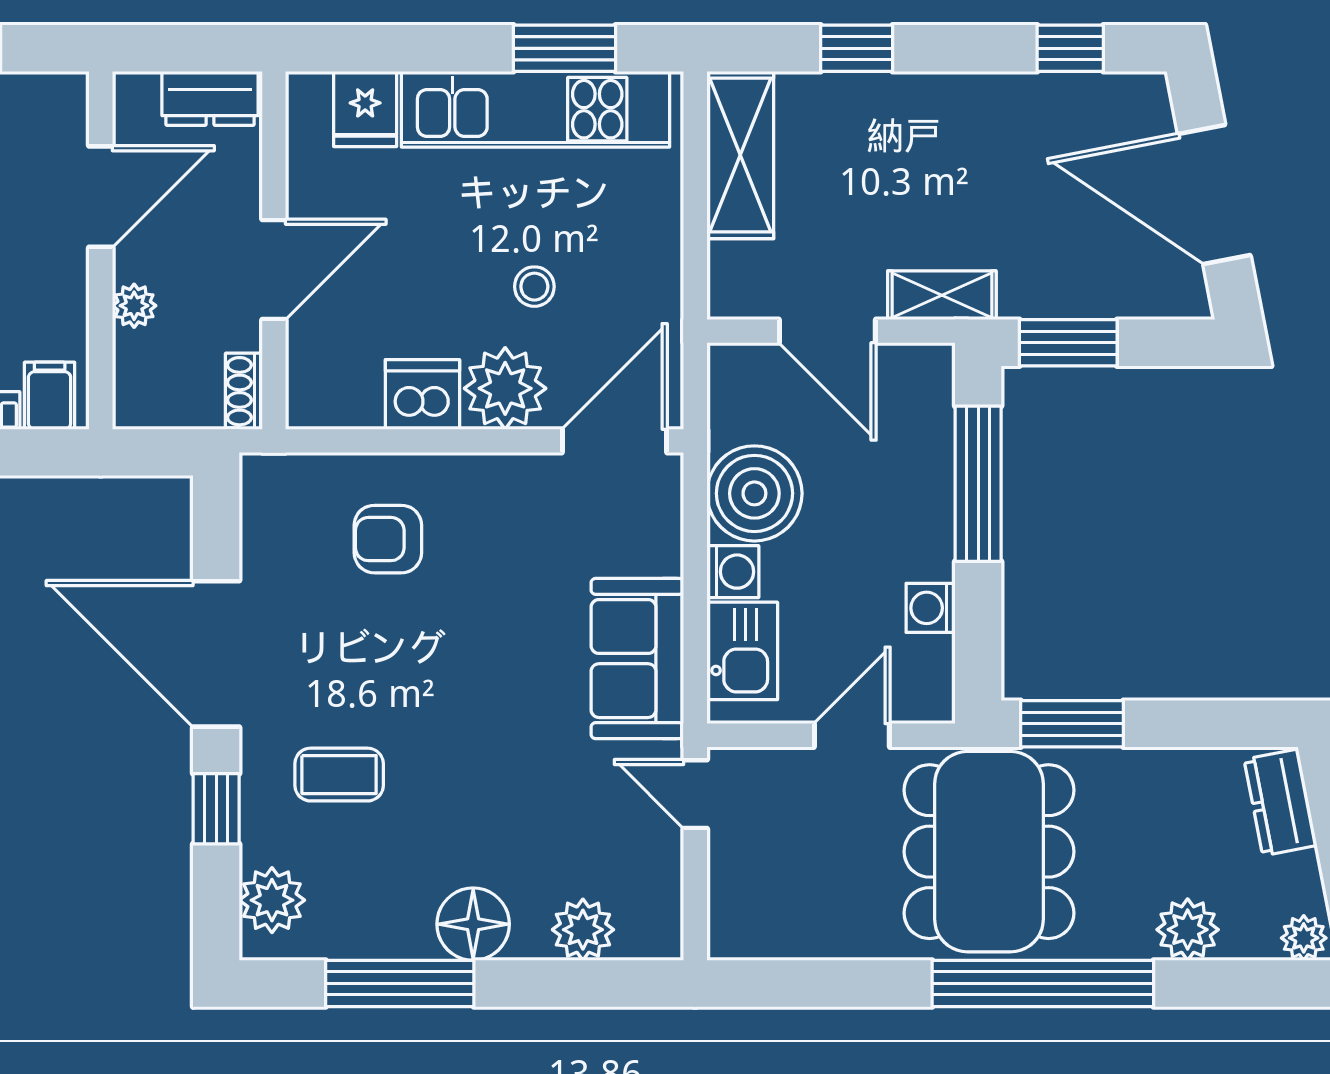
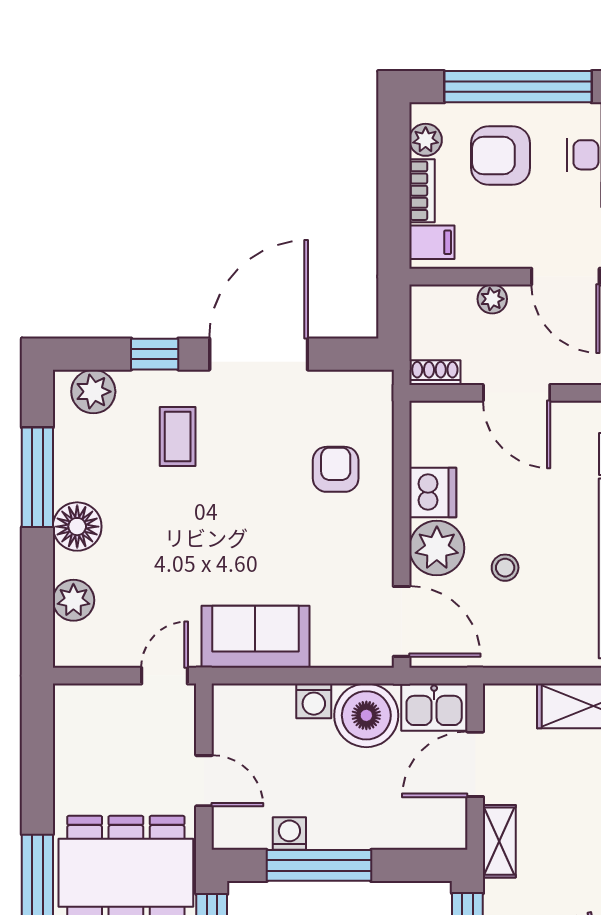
window: (978, 484) -> (319, 865), moved
kitchen sink: (742, 651) -> (434, 707), moved

